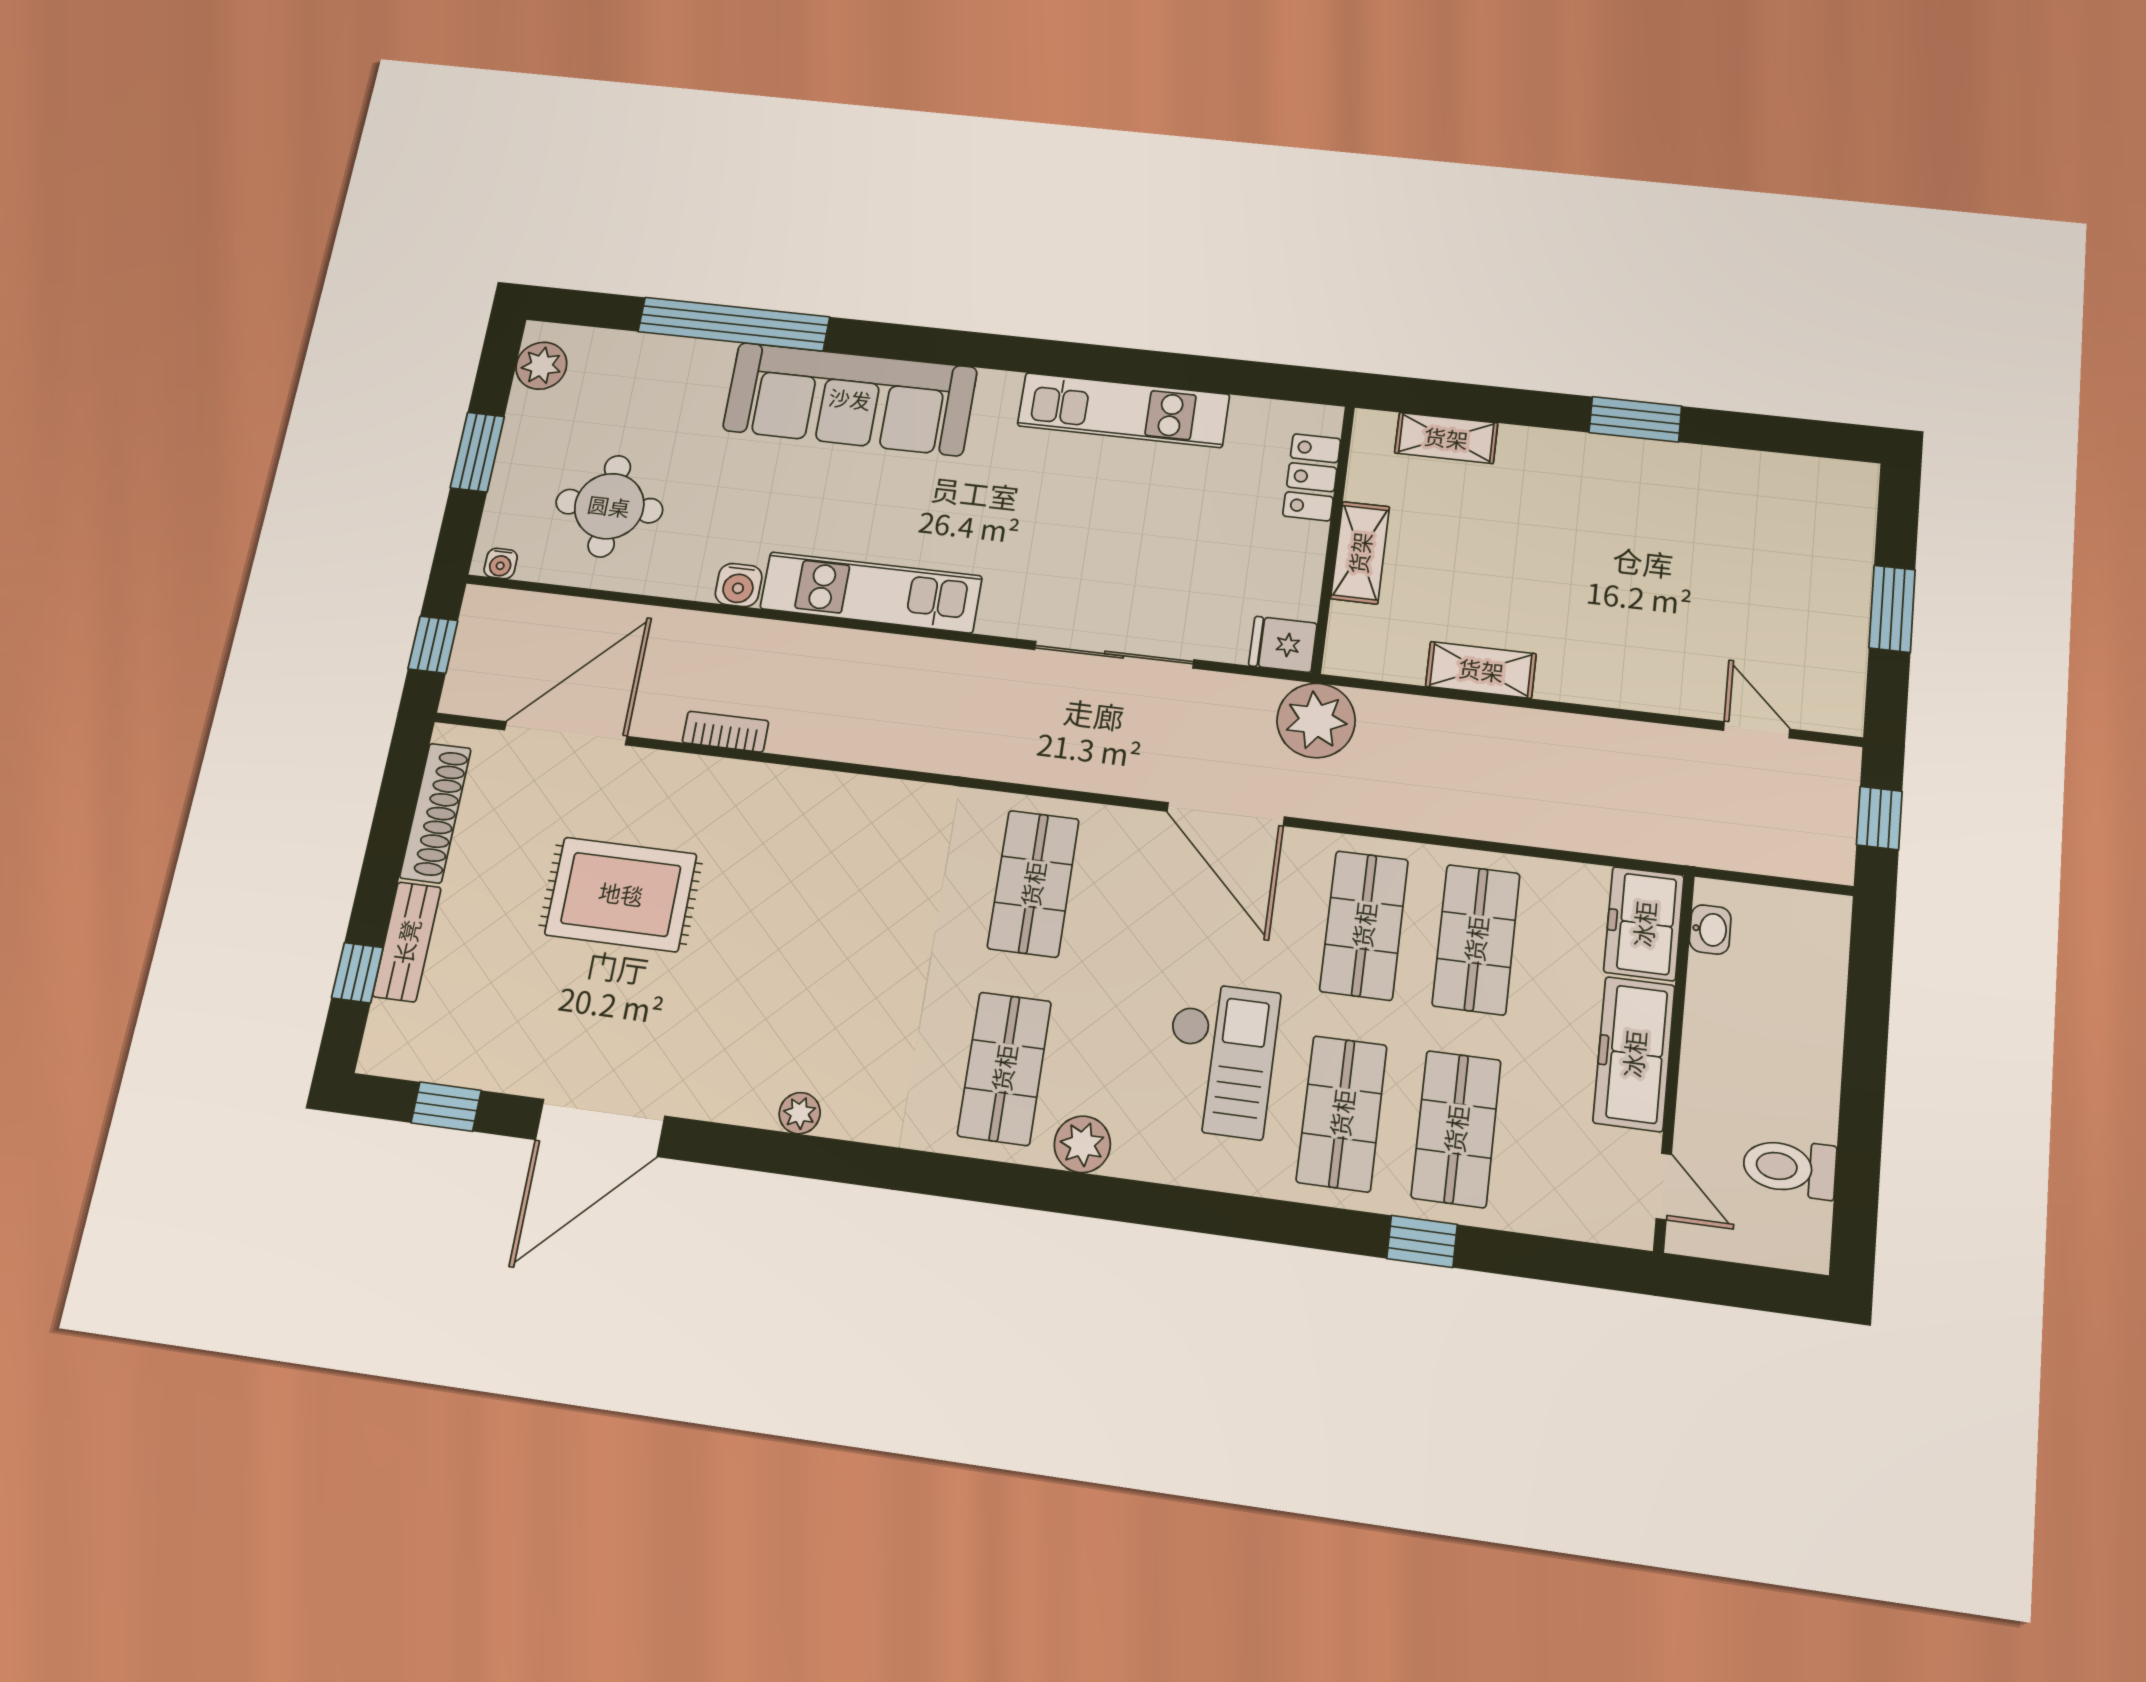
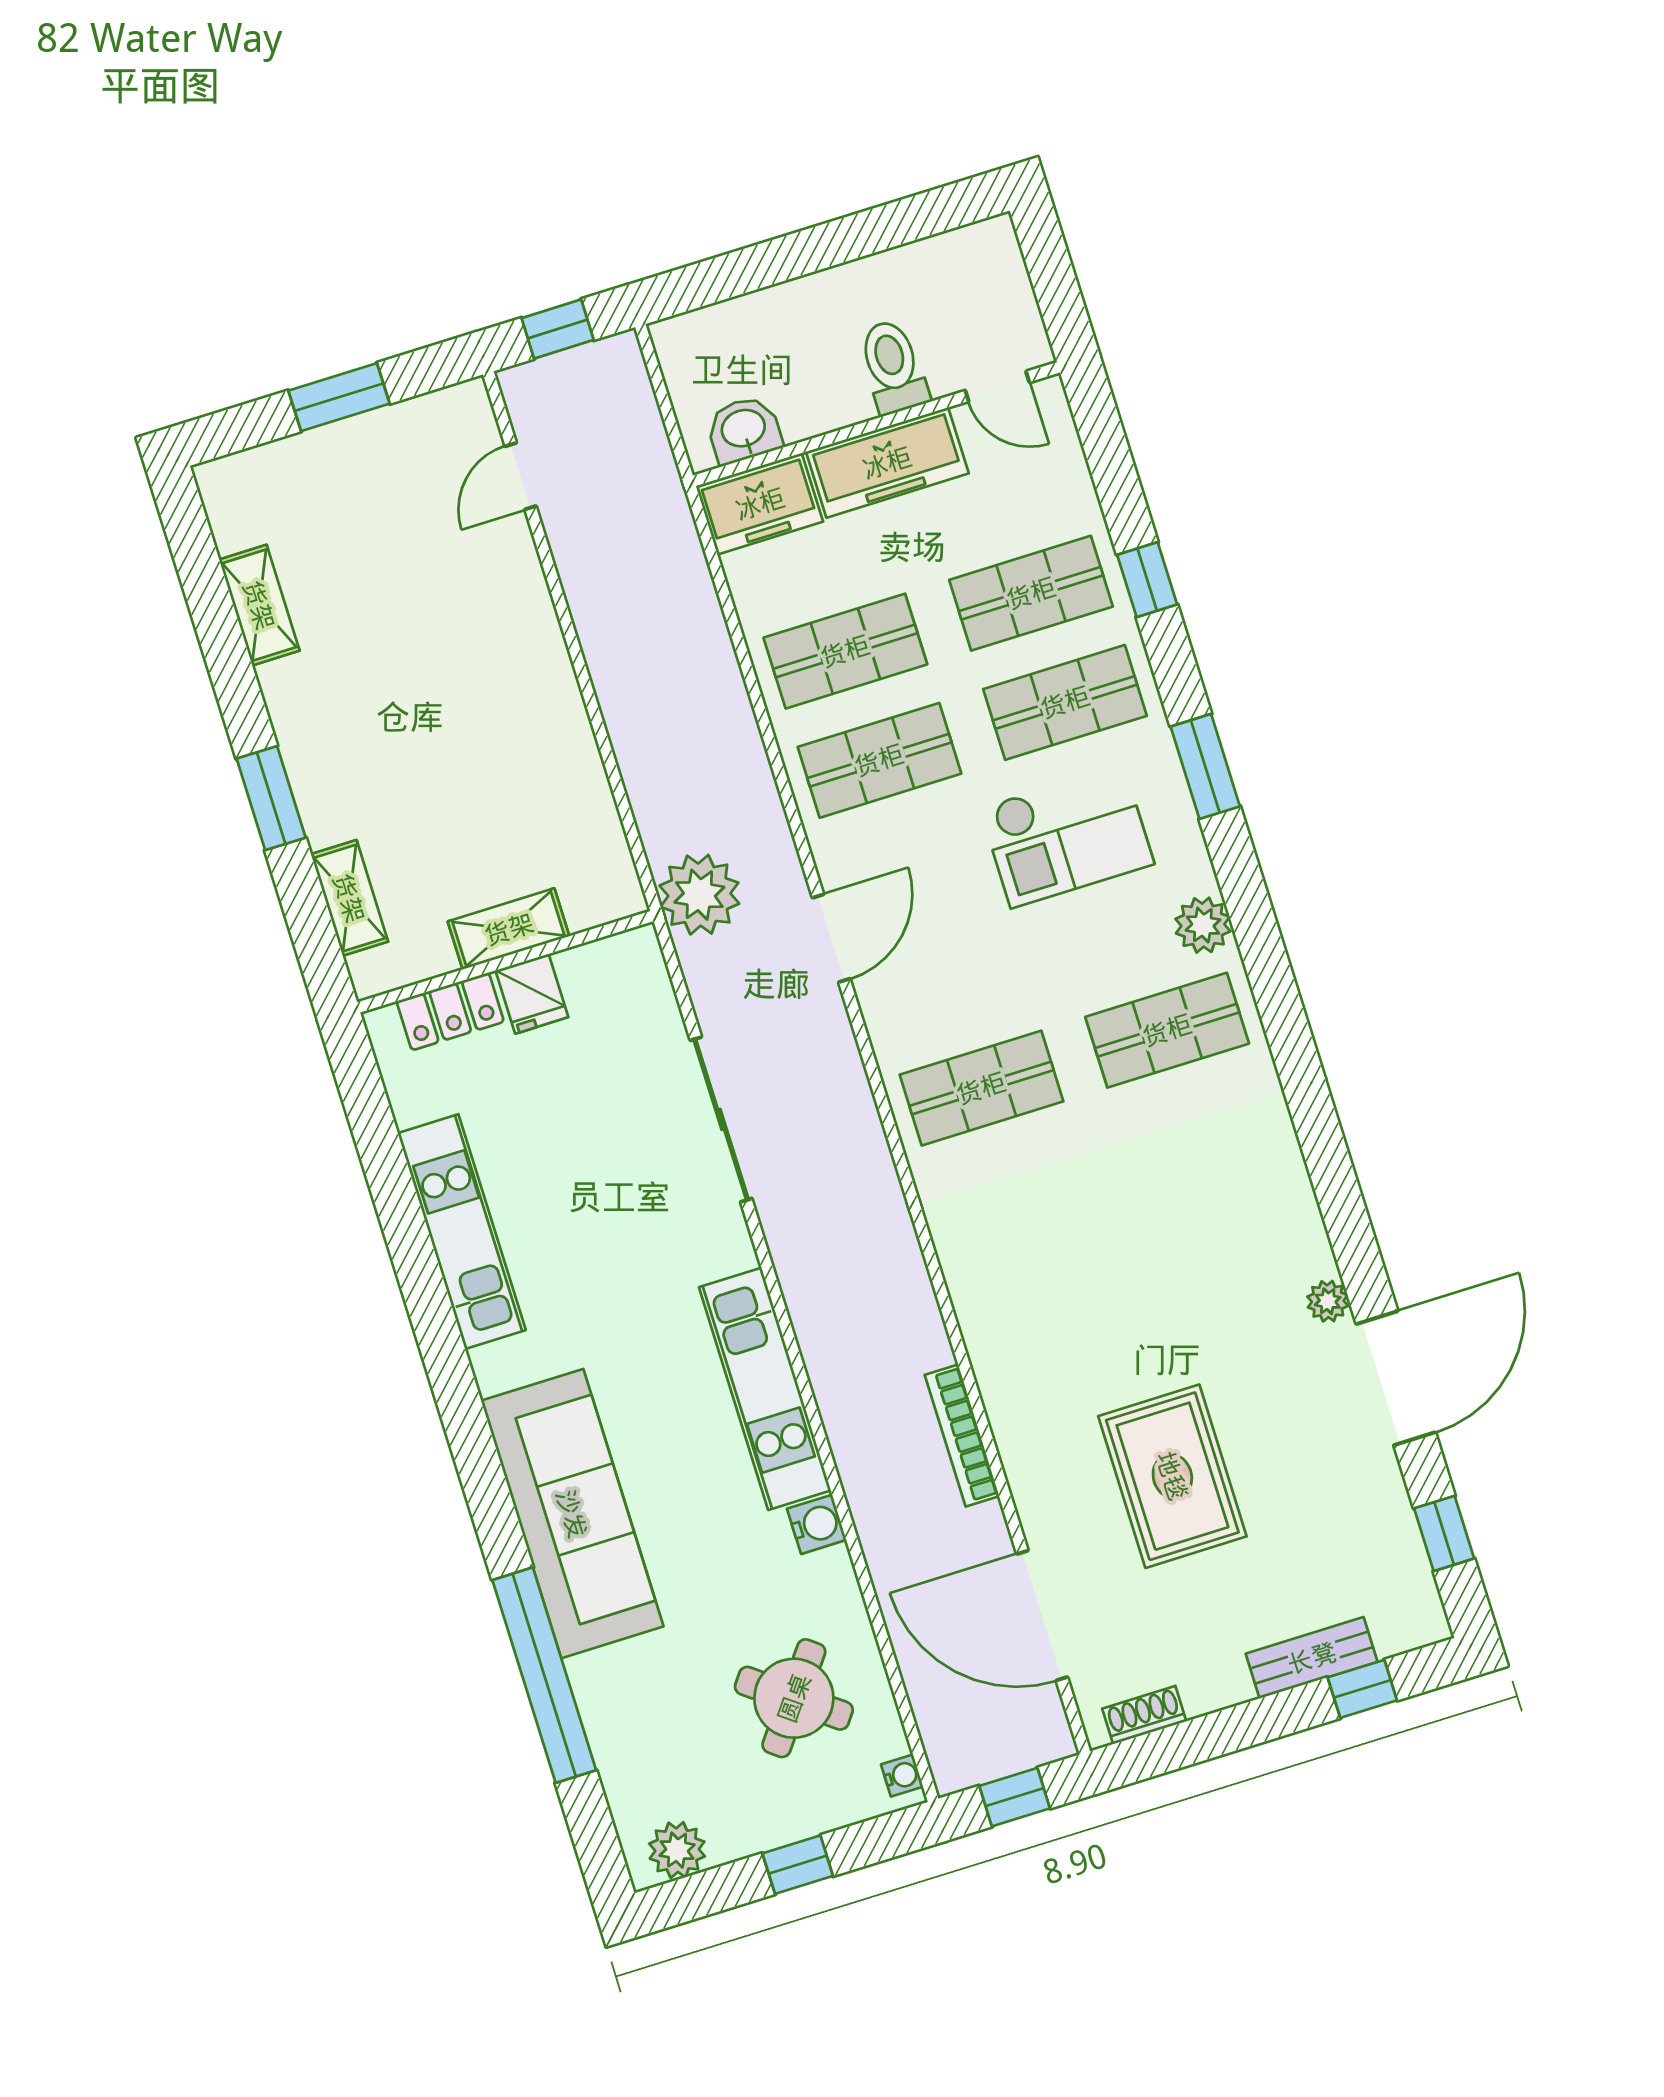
window: (1635, 419) -> (271, 798), moved
window: (477, 452) -> (798, 1865), width x0.67
round table: (609, 506) -> (794, 1698), turned 37
fridge: (1283, 644) -> (532, 994), moved
shelving: (1481, 670) -> (259, 605), moved
bookcase: (725, 732) -> (962, 1436), width x1.56
shoe rack: (435, 813) -> (1144, 1715), width x0.51, depth x0.81
door: (1226, 814) -> (831, 938), width x0.73
washbasin: (1710, 930) -> (744, 430), width x1.38, depth x1.45
checkout: (1220, 1060) -> (1067, 836), turned 180
plant: (800, 1113) -> (1328, 1301), moved
door: (600, 1128) -> (1396, 1378), hinge flipped
toilet: (1790, 1168) -> (893, 367), moved, turned 180
door: (1664, 1186) -> (997, 386), swing flipped
window: (1225, 1214) -> (1205, 766), added

